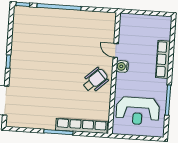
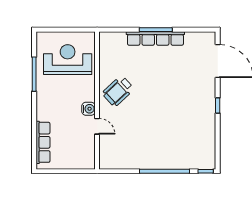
row of seats: (163, 59) -> (43, 142), moved
row of seats: (82, 126) -> (155, 38), moved

